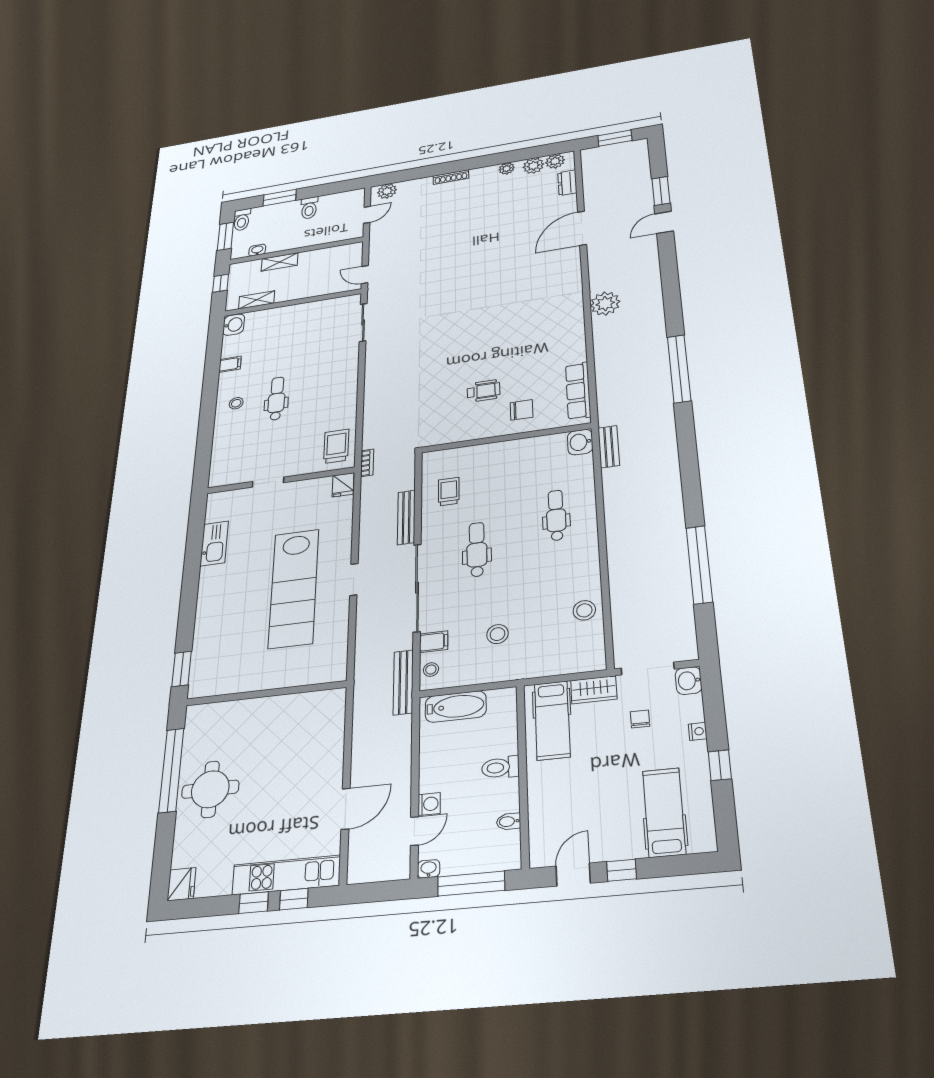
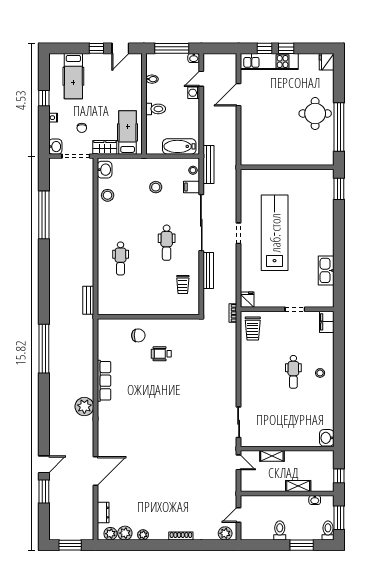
shelving: (257, 300) -> (272, 456), moved
filing cabinet: (230, 364) -> (327, 322), moved, width x2.00
row of seats: (578, 391) -> (104, 381), moved
chair: (522, 410) -> (138, 335), turned 180
washbasin: (580, 442) -> (105, 170), moved

